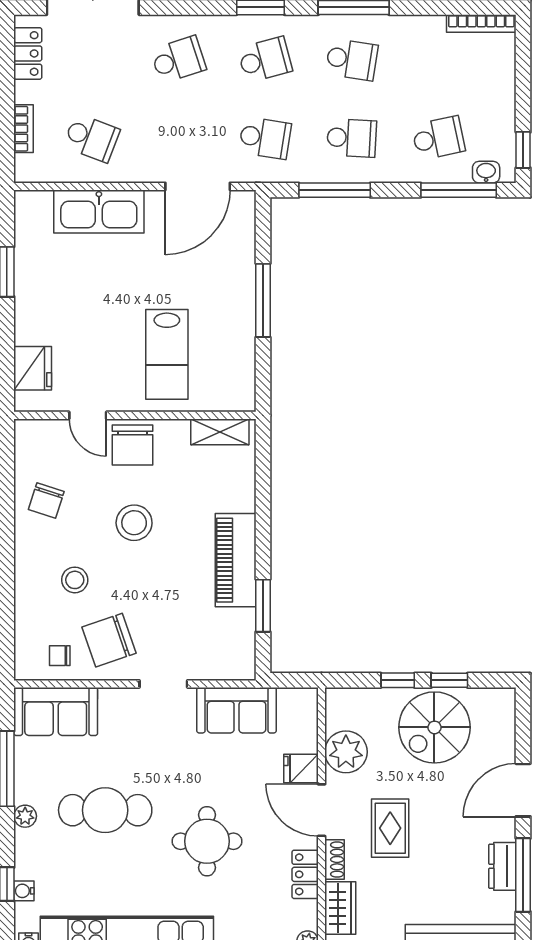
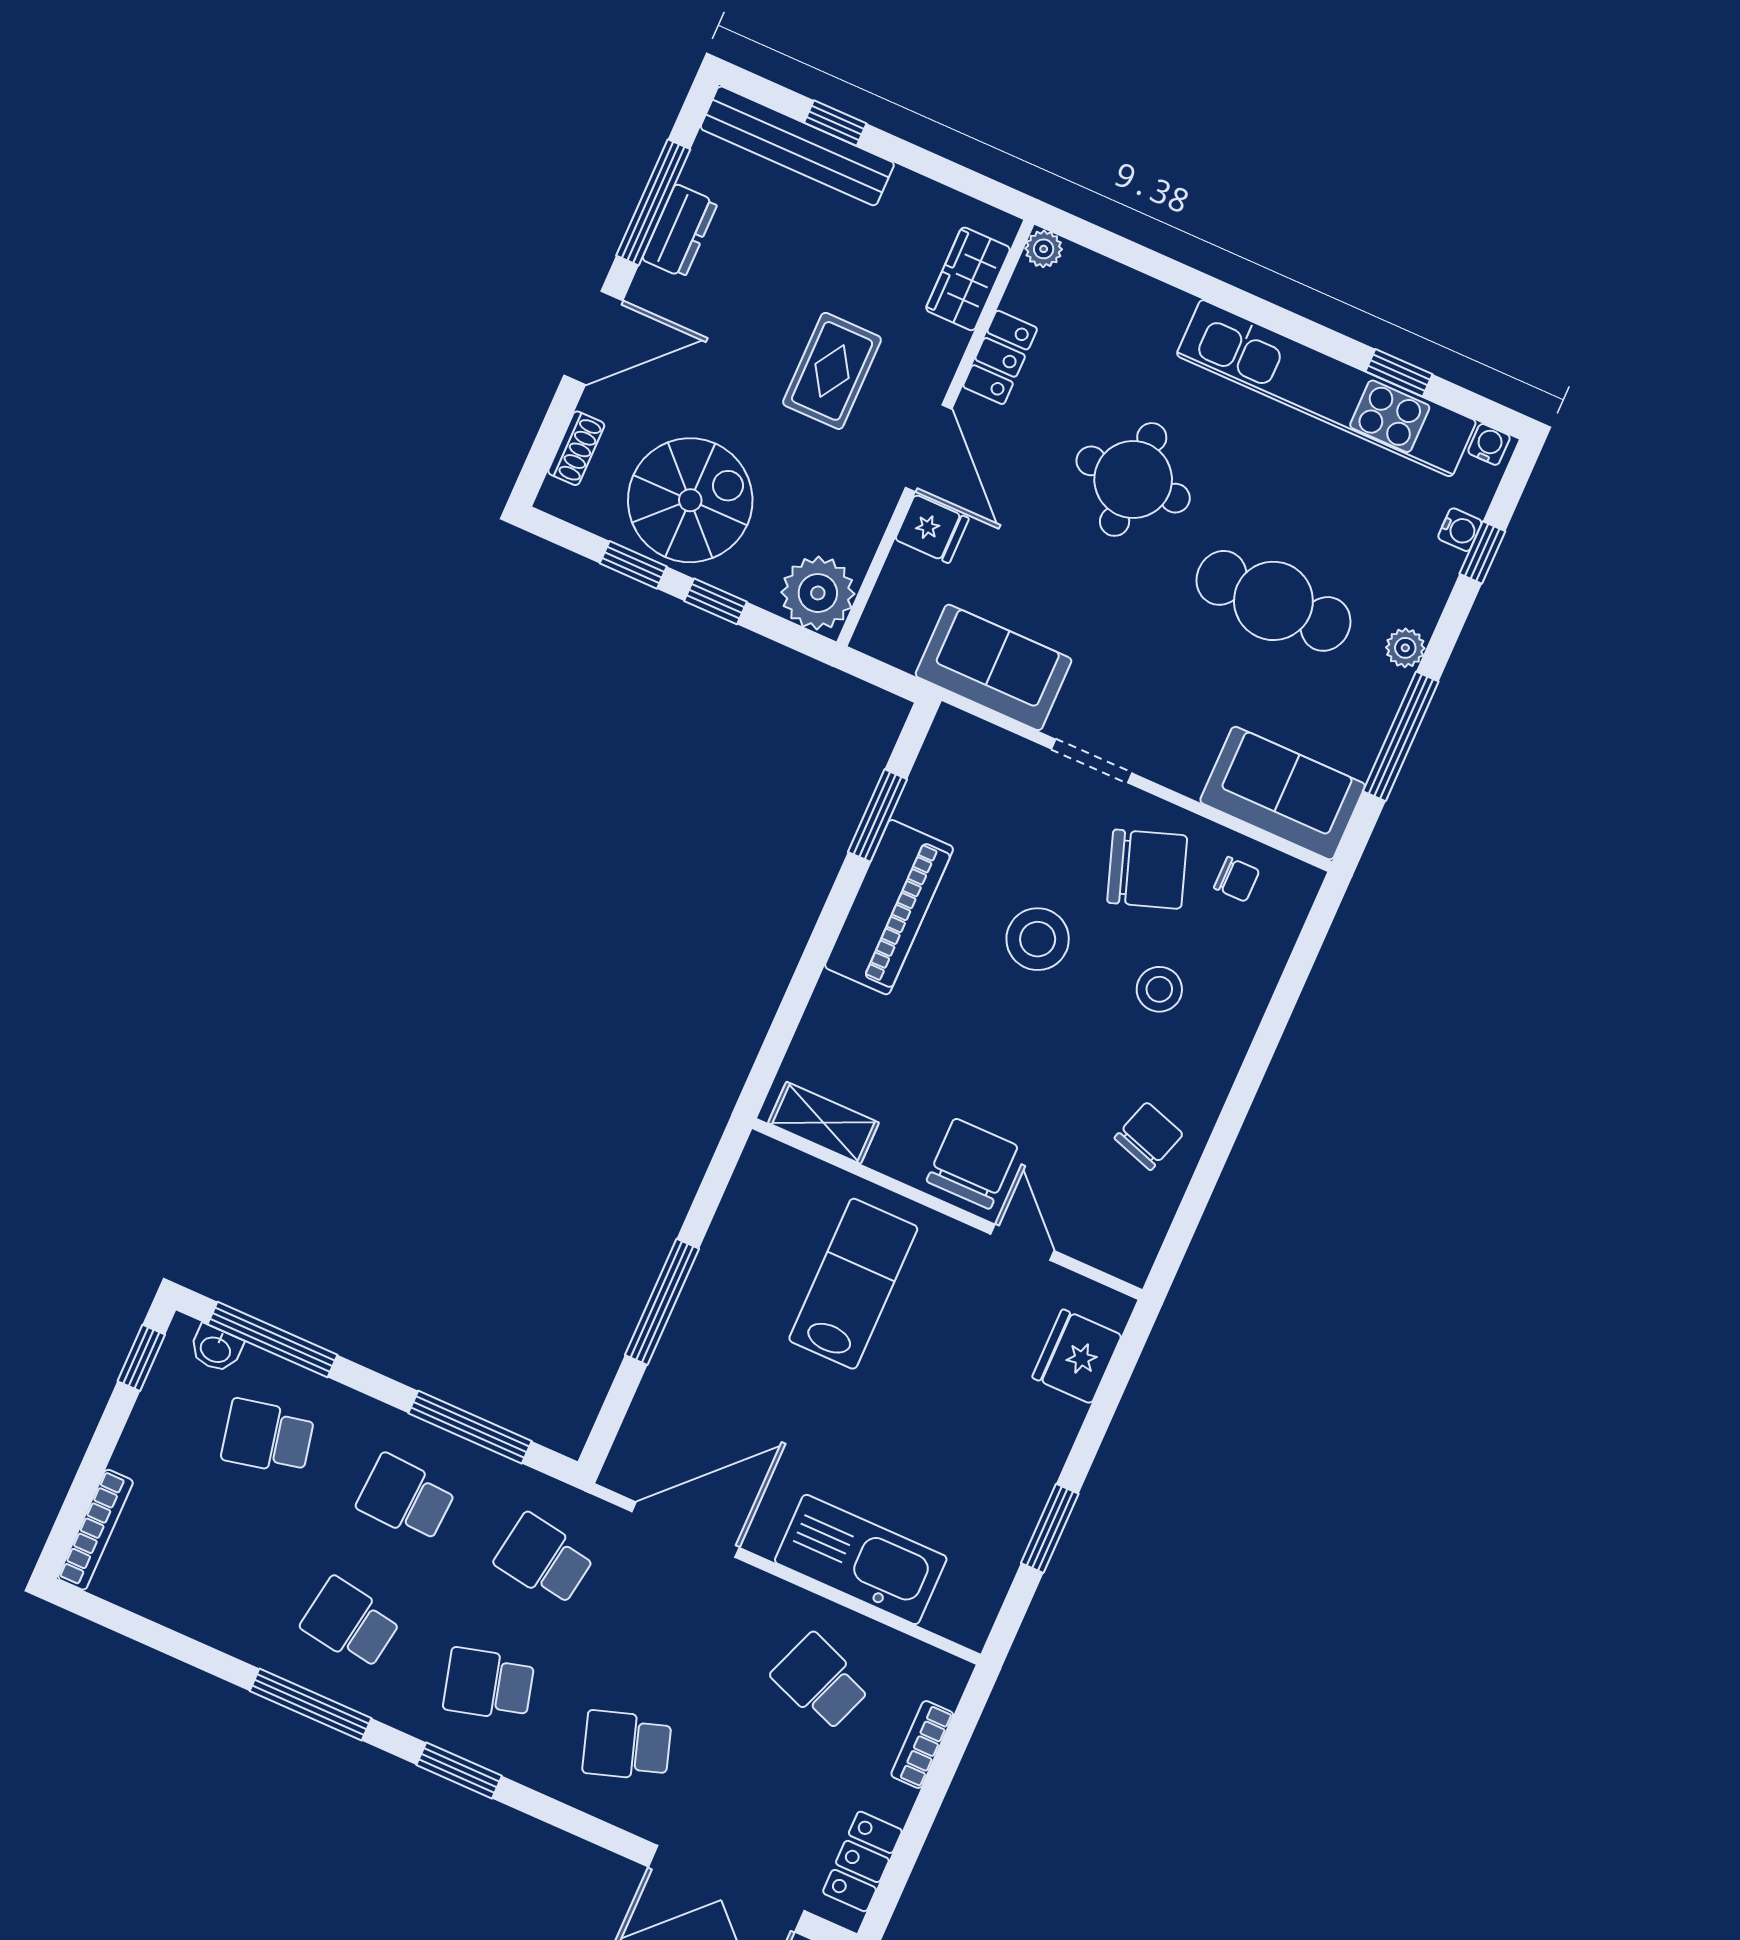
bookcase: (481, 23) -> (96, 1530), moved, turned 90
stool: (134, 523) -> (1038, 939), moved
plant: (346, 752) -> (818, 593), moved
shoe rack: (335, 859) -> (576, 448), moved, turned 180

